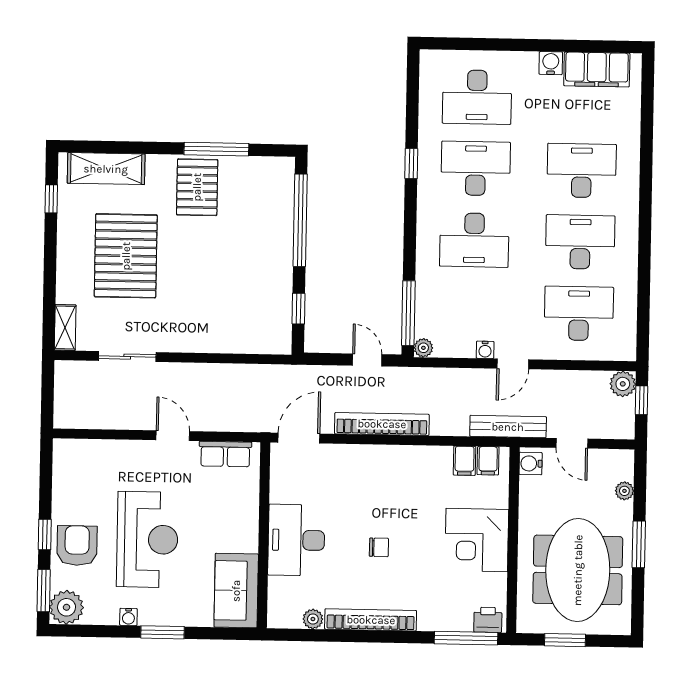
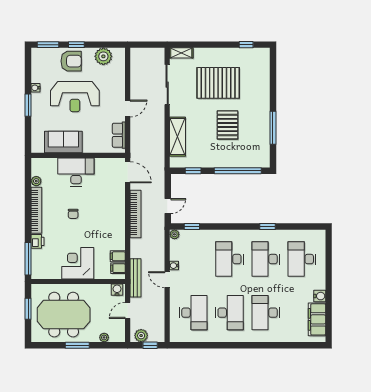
desk: (476, 168) -> (266, 259), turned 180
shelving: (106, 169) -> (177, 137), moved
desk: (582, 171) -> (266, 313), turned 180
pallet: (197, 187) -> (228, 125), moved, turned 90
window: (408, 313) -> (192, 226), width x0.46
sliding door: (127, 357) -> (167, 85), width x1.37
plant: (623, 384) -> (141, 336), moved
sofa: (236, 591) -> (63, 142), moved
plant: (67, 607) -> (103, 56), moved
printer: (488, 620) -> (37, 241), moved

